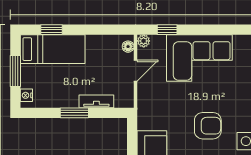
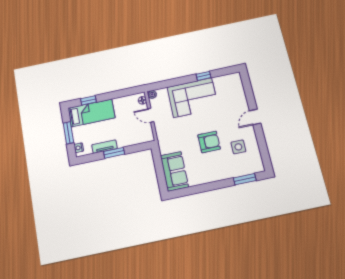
window: (167, 30) -> (203, 76), moved
door: (136, 71) -> (151, 115), swing flipped
tv unit: (96, 101) -> (104, 147), moved

